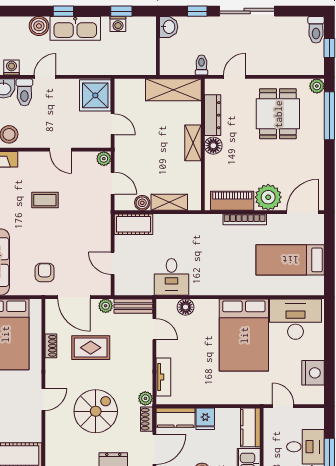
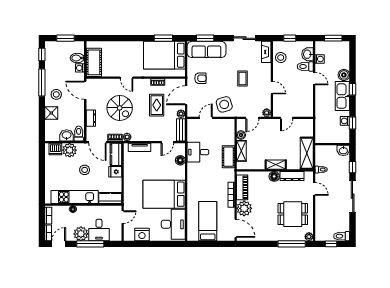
shower: (95, 95) -> (303, 108), removed
door: (61, 150) -> (272, 88), swing flipped
cot: (134, 224) -> (228, 157), moved
side table: (90, 232) -> (224, 104), added

